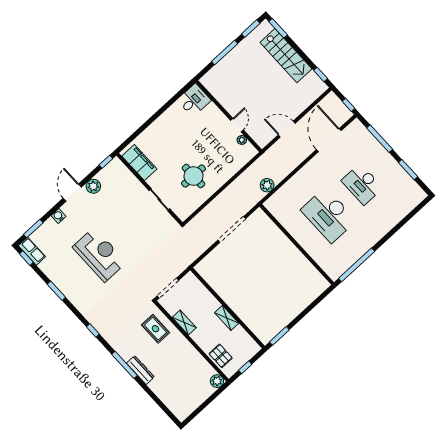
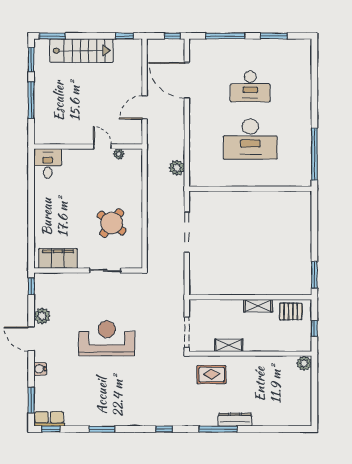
round table: (193, 176) -> (112, 223), turned 37
reception desk: (99, 255) -> (107, 338), moved
pallet: (221, 356) -> (291, 311), moved

